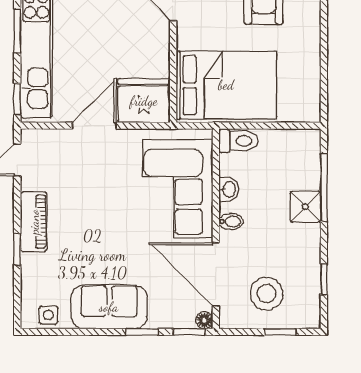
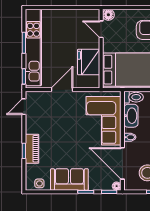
fridge: (144, 101) -> (89, 62), moved, turned -90
washbasin: (229, 189) -> (131, 116), width x1.91, depth x1.45
piano: (34, 222) -> (32, 149), moved

